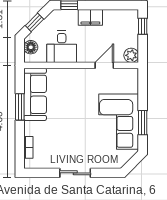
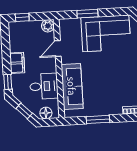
door: (104, 65) -> (58, 49), hinge flipped
sofa: (35, 94) -> (72, 86), moved, turned 90
window: (143, 123) -> (87, 14), moved

